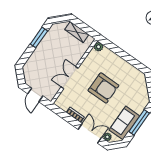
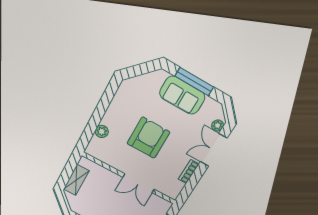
plant: (99, 47) -> (102, 131), moved
sofa: (124, 123) -> (182, 95), moved

